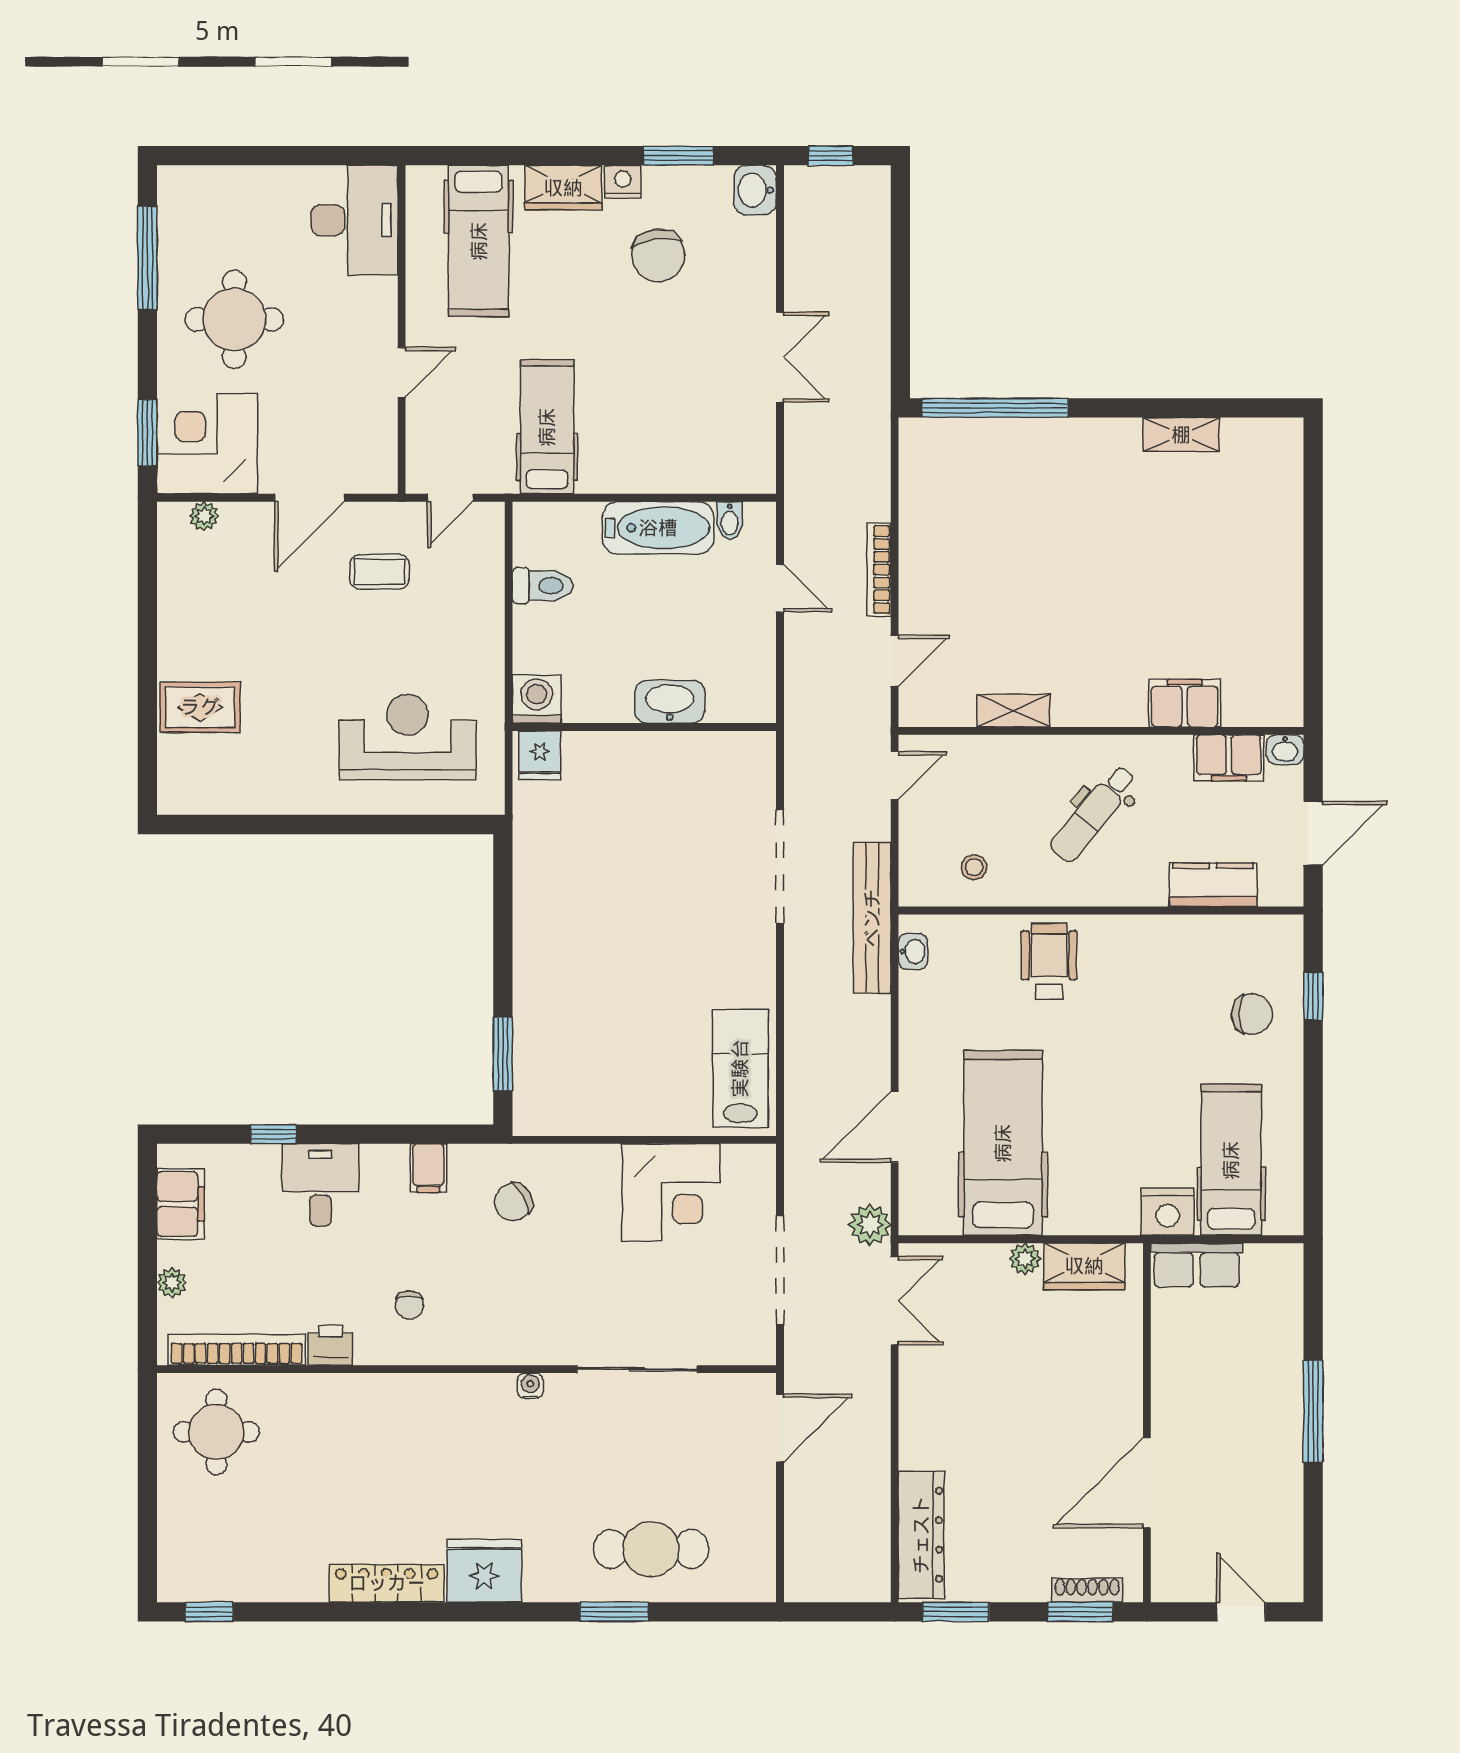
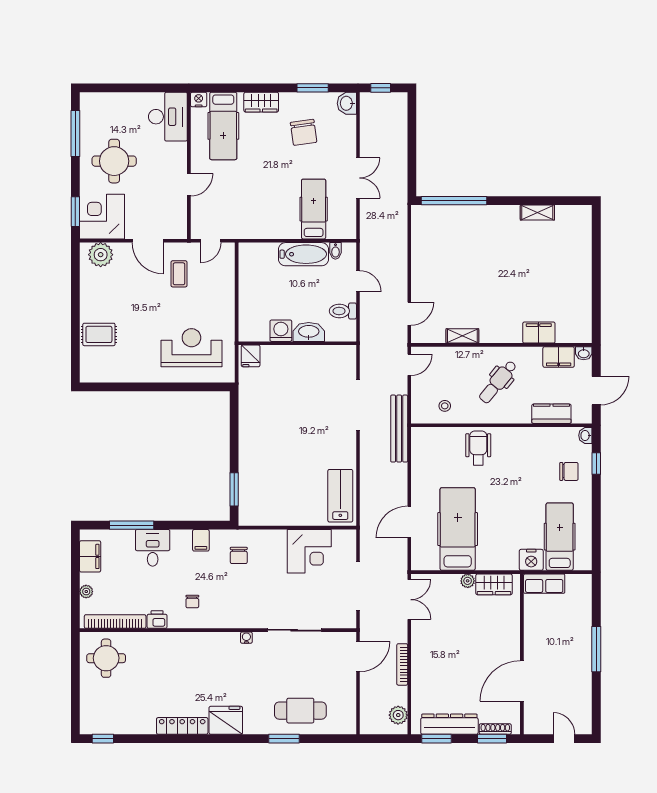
nightstand: (623, 182) -> (199, 100), moved
hospital bed: (547, 427) -> (314, 209), moved
door: (309, 498) -> (148, 241), hinge flipped
plant: (204, 516) -> (101, 255), width x1.88, depth x1.88
bookcase: (879, 570) -> (402, 664), moved
coffee table: (379, 572) -> (179, 274), turned 90
toilet: (542, 586) -> (343, 311), moved, turned 180
washing machine: (537, 699) -> (281, 331), moved
washbasin: (913, 952) -> (585, 435), moved, turned 180
window: (273, 1134) -> (132, 525), width x2.17
chair: (513, 1202) -> (239, 555), turned -60
plant: (870, 1225) -> (398, 715), moved
dresser: (921, 1535) -> (449, 724), moved, turned -90

